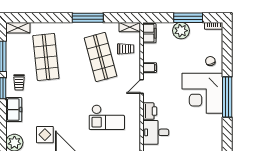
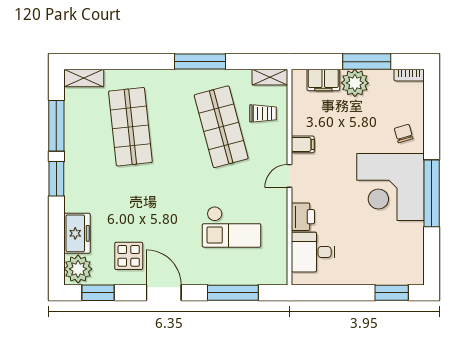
filing cabinet: (149, 33) -> (323, 80), moved, turned 90
trolley: (19, 82) -> (86, 169), removed
freezer: (14, 110) -> (77, 233), moved

